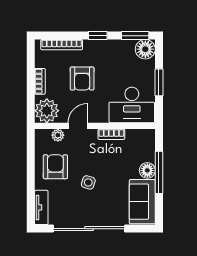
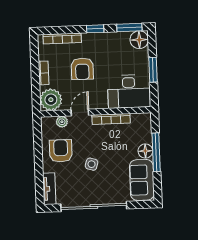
bookcase: (111, 134) -> (111, 119), width x1.56

